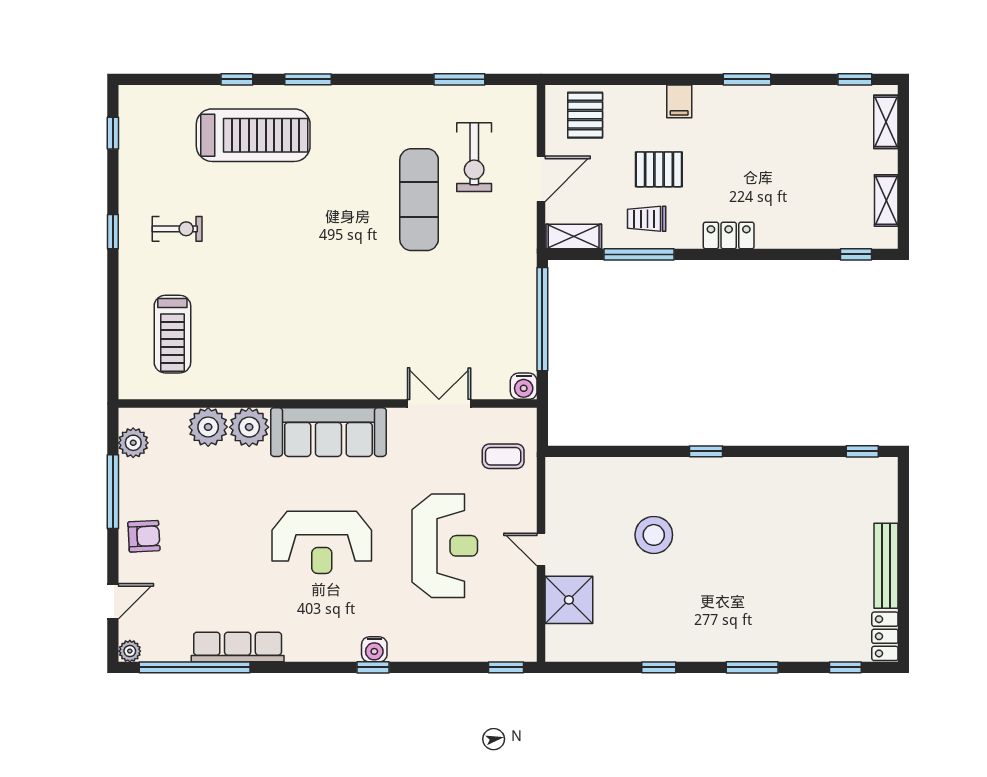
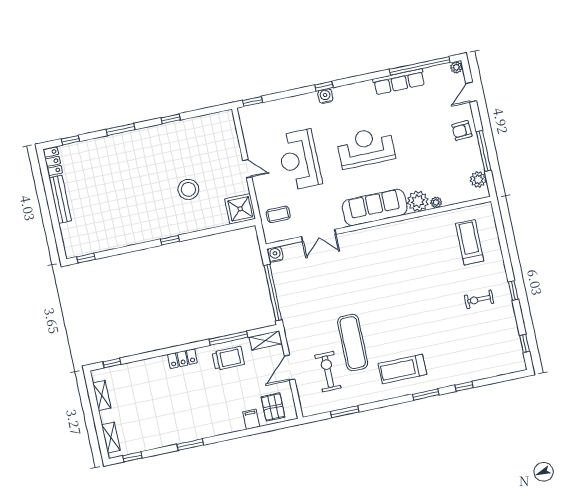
filing cabinet: (679, 101) -> (251, 419), moved
treadmill: (253, 135) -> (402, 369), moved, width x0.73, depth x0.73
pallet: (659, 169) -> (227, 386), removed
trolley: (647, 219) -> (228, 358), width x1.36, depth x1.39
plant: (208, 427) -> (436, 202), width x0.53, depth x0.53
shower: (569, 600) -> (240, 209), moved

